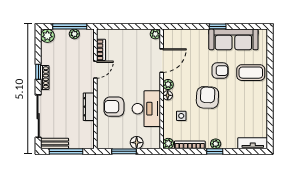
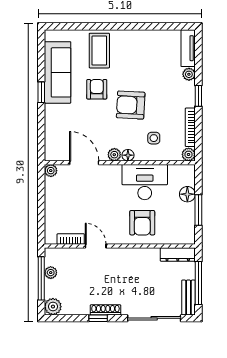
dresser: (89, 107) -> (178, 255), moved
plant: (216, 144) -> (189, 74), moved

